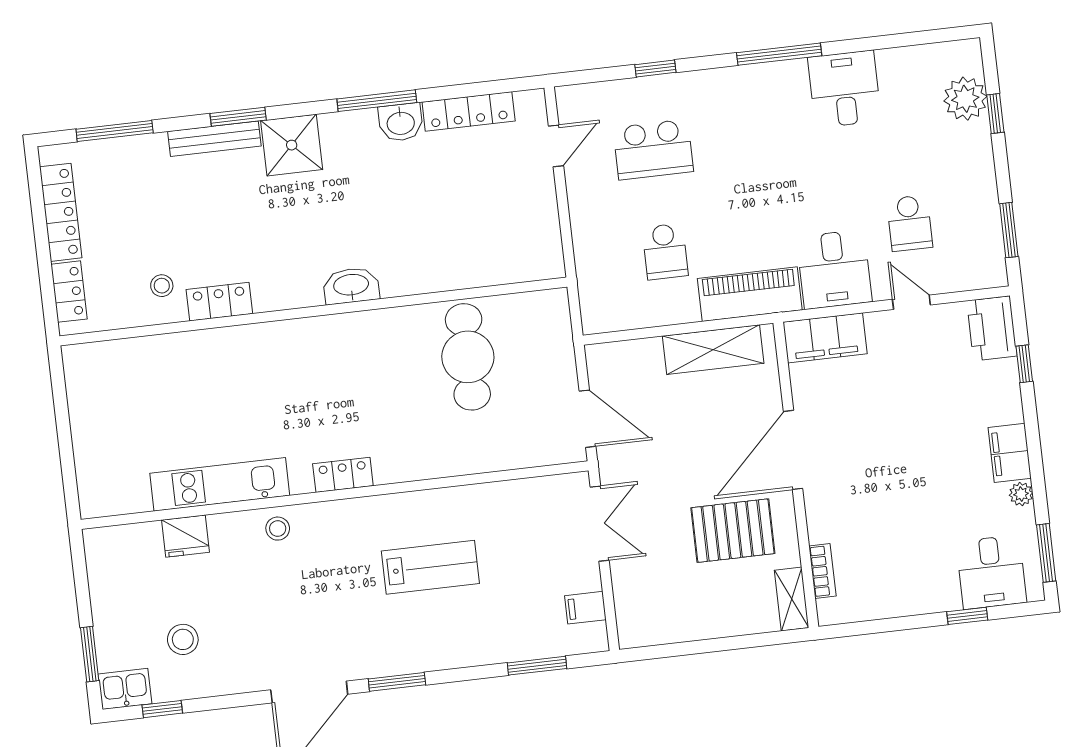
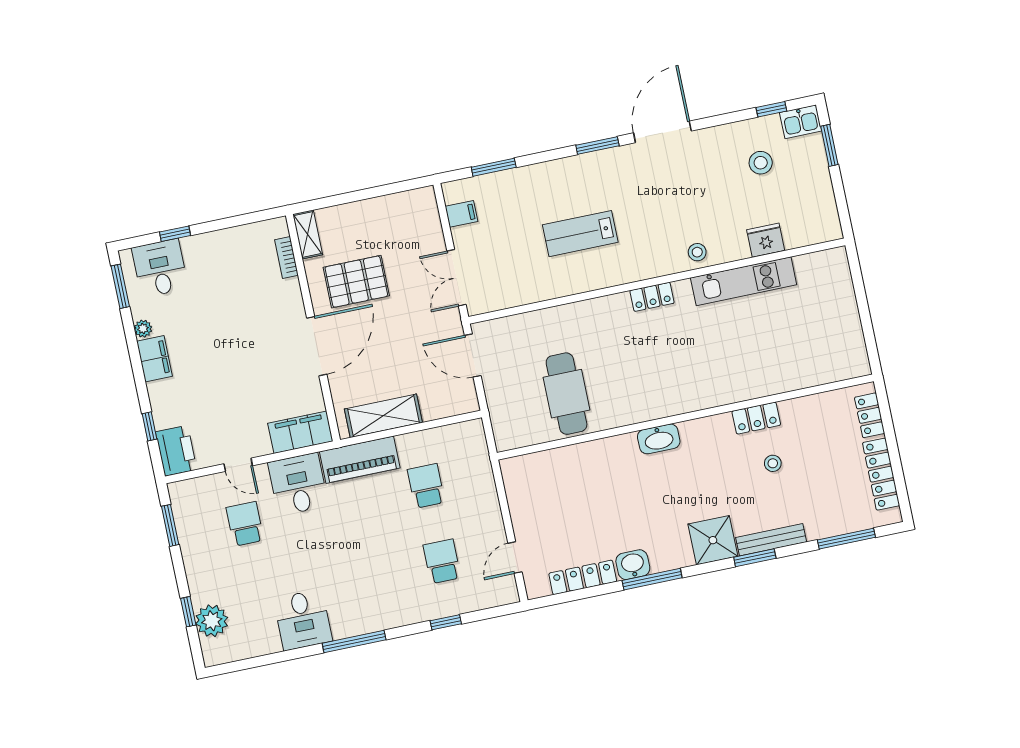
school desk: (653, 150) -> (442, 561), width x0.54
stool: (162, 286) -> (773, 463), moved

